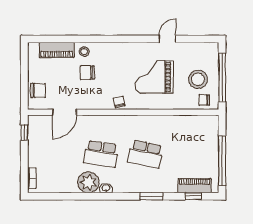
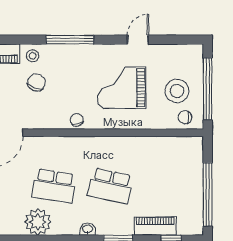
window: (114, 39) -> (70, 40), added
chair: (87, 73) -> (36, 82), turned 109
piano: (195, 186) -> (155, 226), moved
washbasin: (106, 188) -> (87, 229), moved

